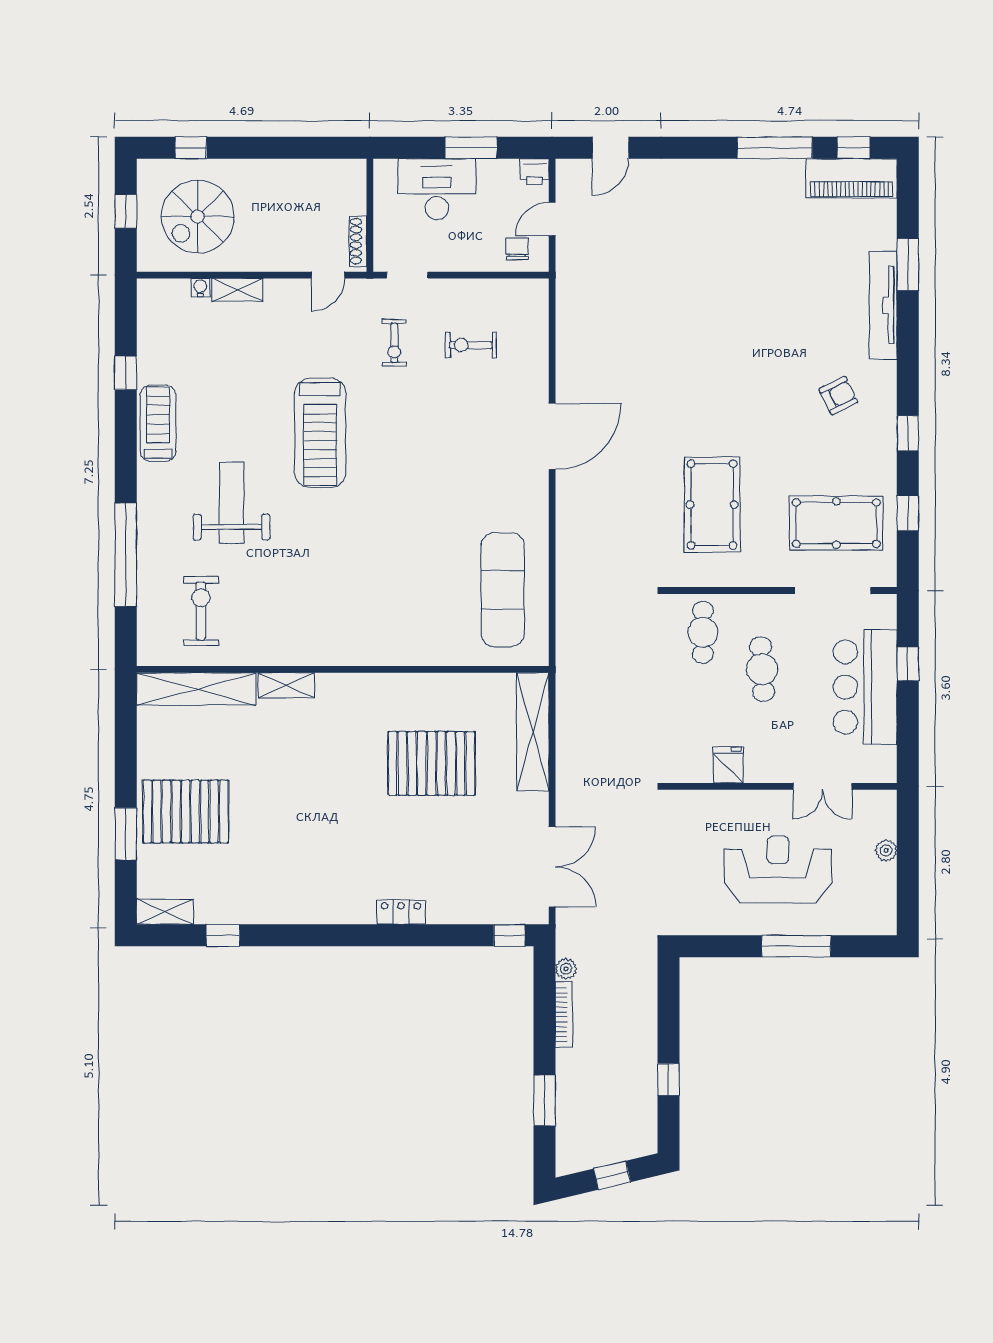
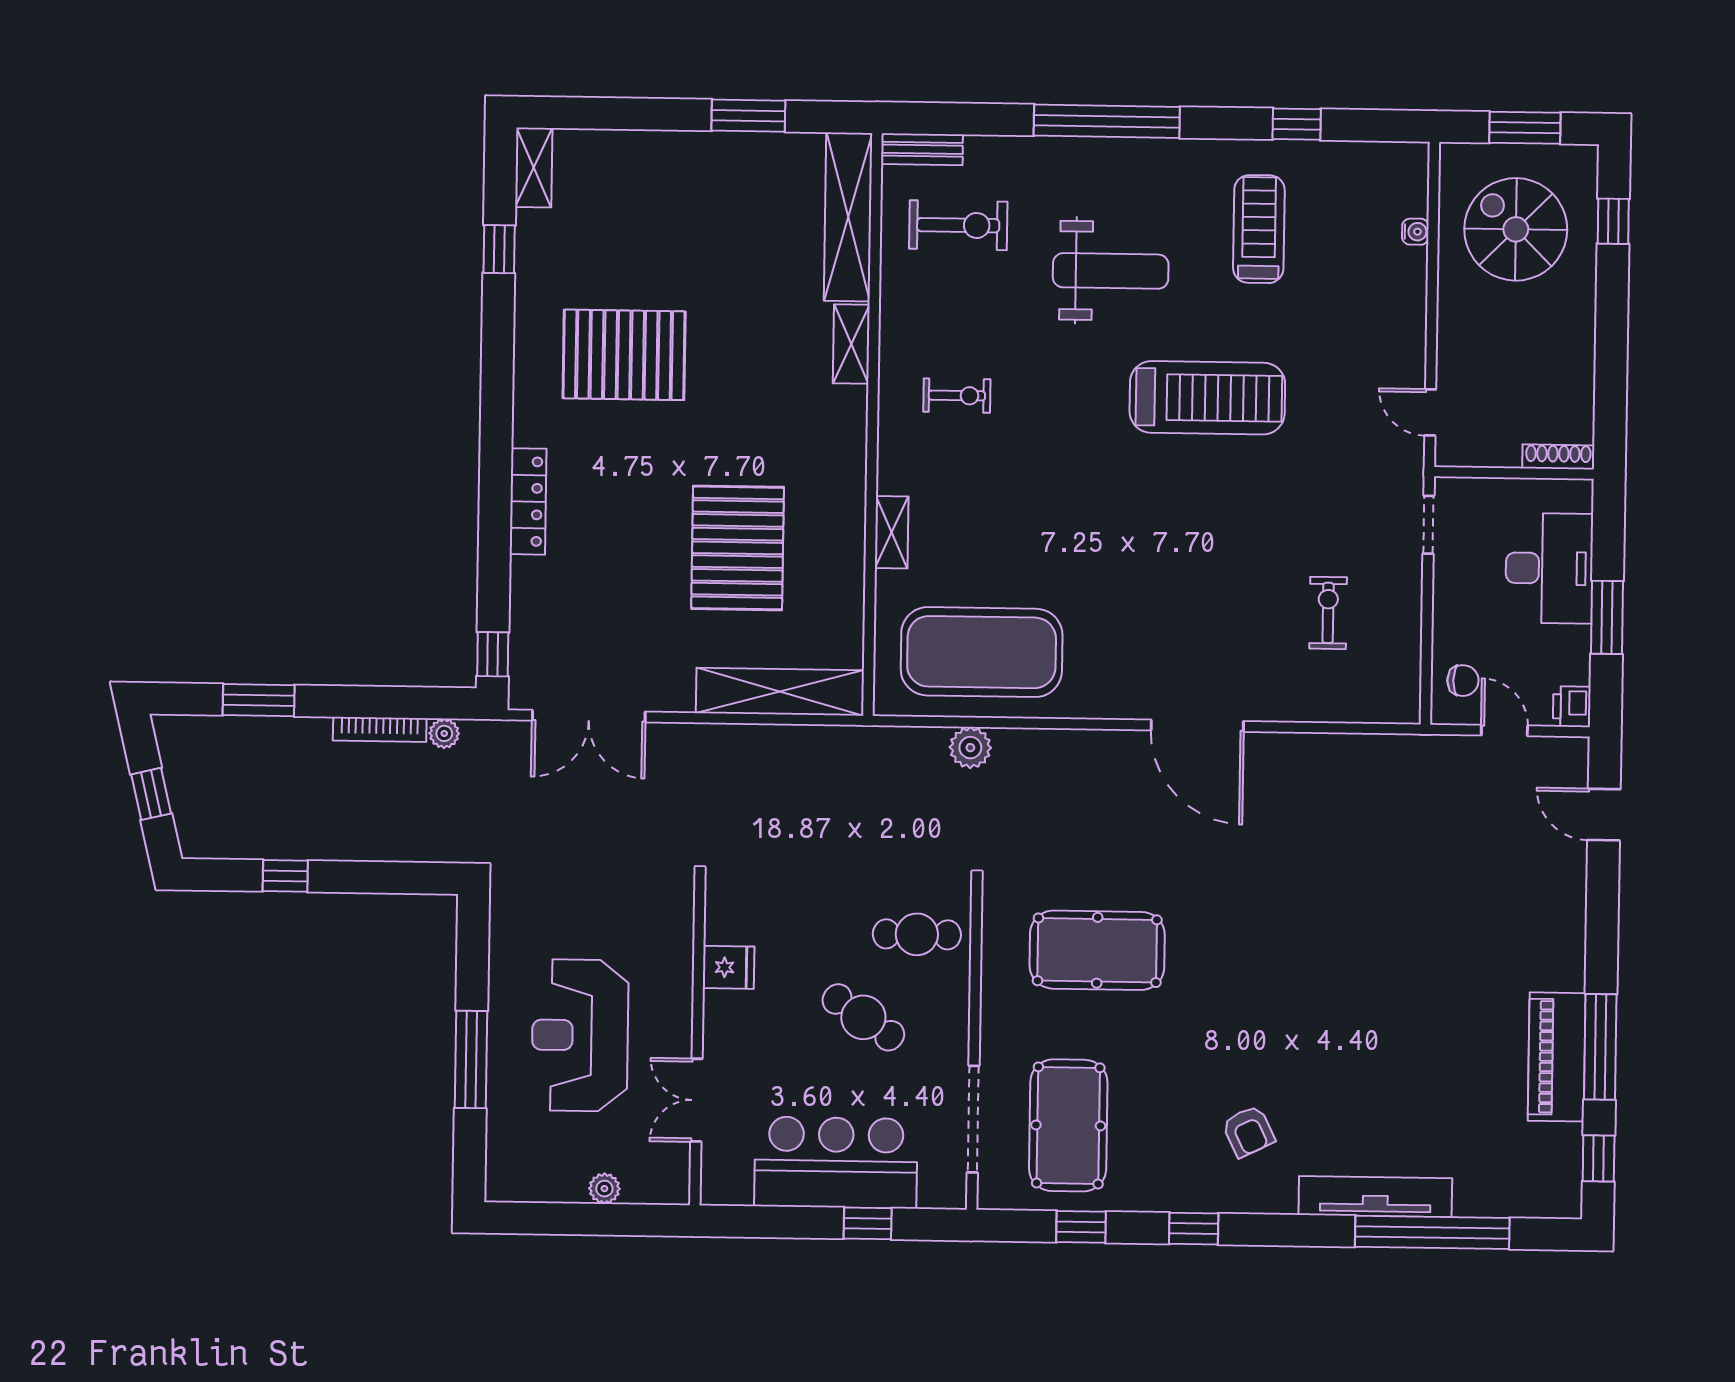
piano: (852, 178) -> (1557, 1057), moved
window: (126, 211) -> (1525, 128), width x1.50
shoe rack: (358, 241) -> (1558, 457), moved
window: (908, 264) -> (1432, 1232), width x2.11
shelving: (237, 290) -> (892, 532), moved
exercise bike: (394, 343) -> (957, 396), moved, turned 180
treadmill: (158, 423) -> (1259, 229), moved, turned -90
treadmill: (320, 433) -> (1207, 398), turned 180
window: (126, 555) -> (1107, 121), moved
exercise mat: (503, 590) -> (982, 652), width x1.47
plant: (570, 597) -> (970, 748), added
bench: (148, 637) -> (922, 149), added
cafe table: (762, 669) -> (863, 1017), turned 38
pallet: (186, 812) -> (624, 355), moved, turned 90
window: (126, 834) -> (748, 116), moved
reception desk: (778, 869) -> (580, 1035), turned 180
locker: (401, 912) -> (528, 501), width x1.53

